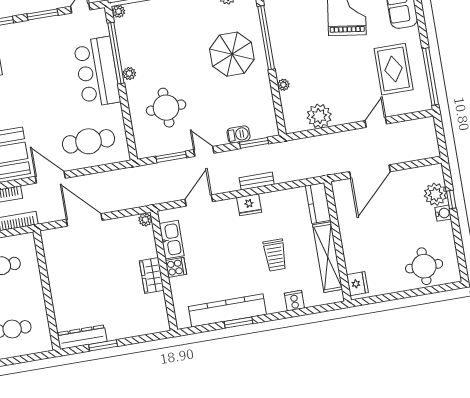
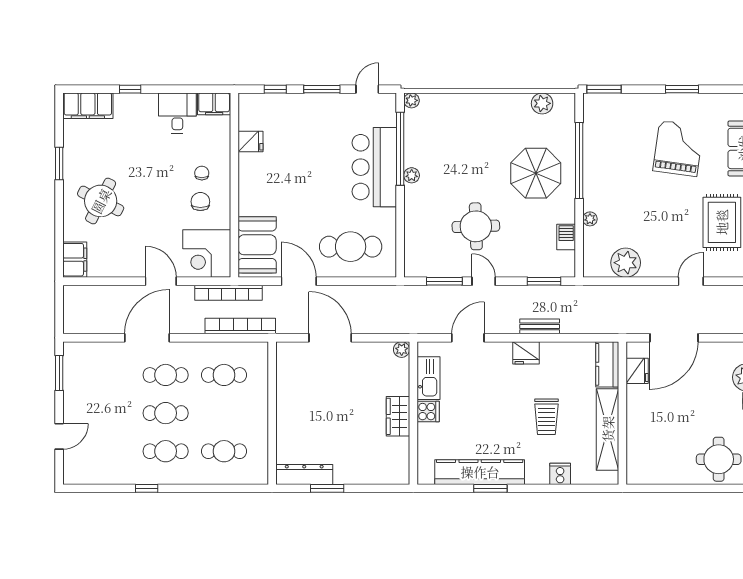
round table: (166, 108) -> (476, 226), moved
barbecue: (238, 134) -> (566, 237), moved, turned -90
fridge: (357, 284) -> (637, 371), moved

